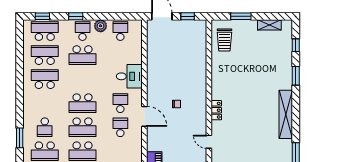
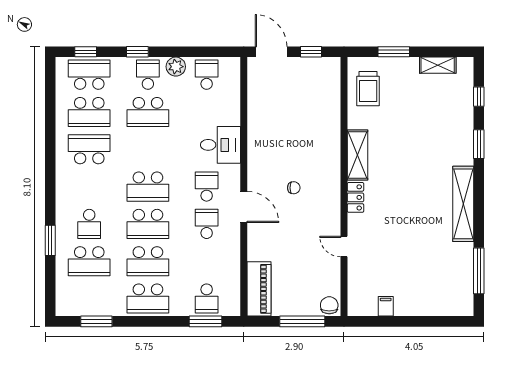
school desk: (45, 55) -> (89, 112), turned 180
shelving: (218, 83) -> (357, 155), added

